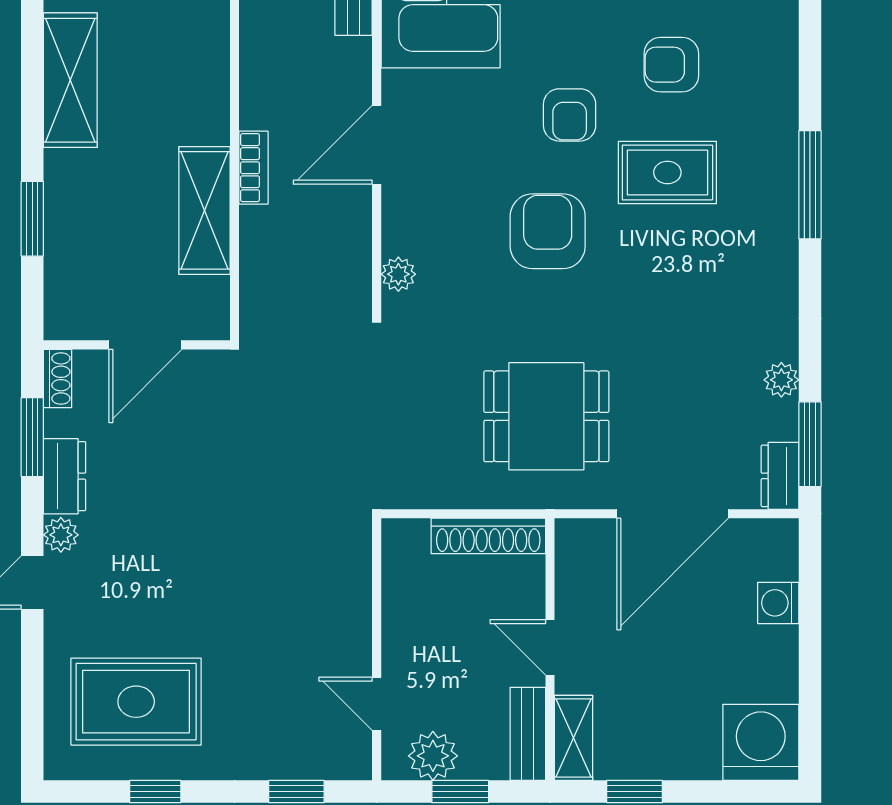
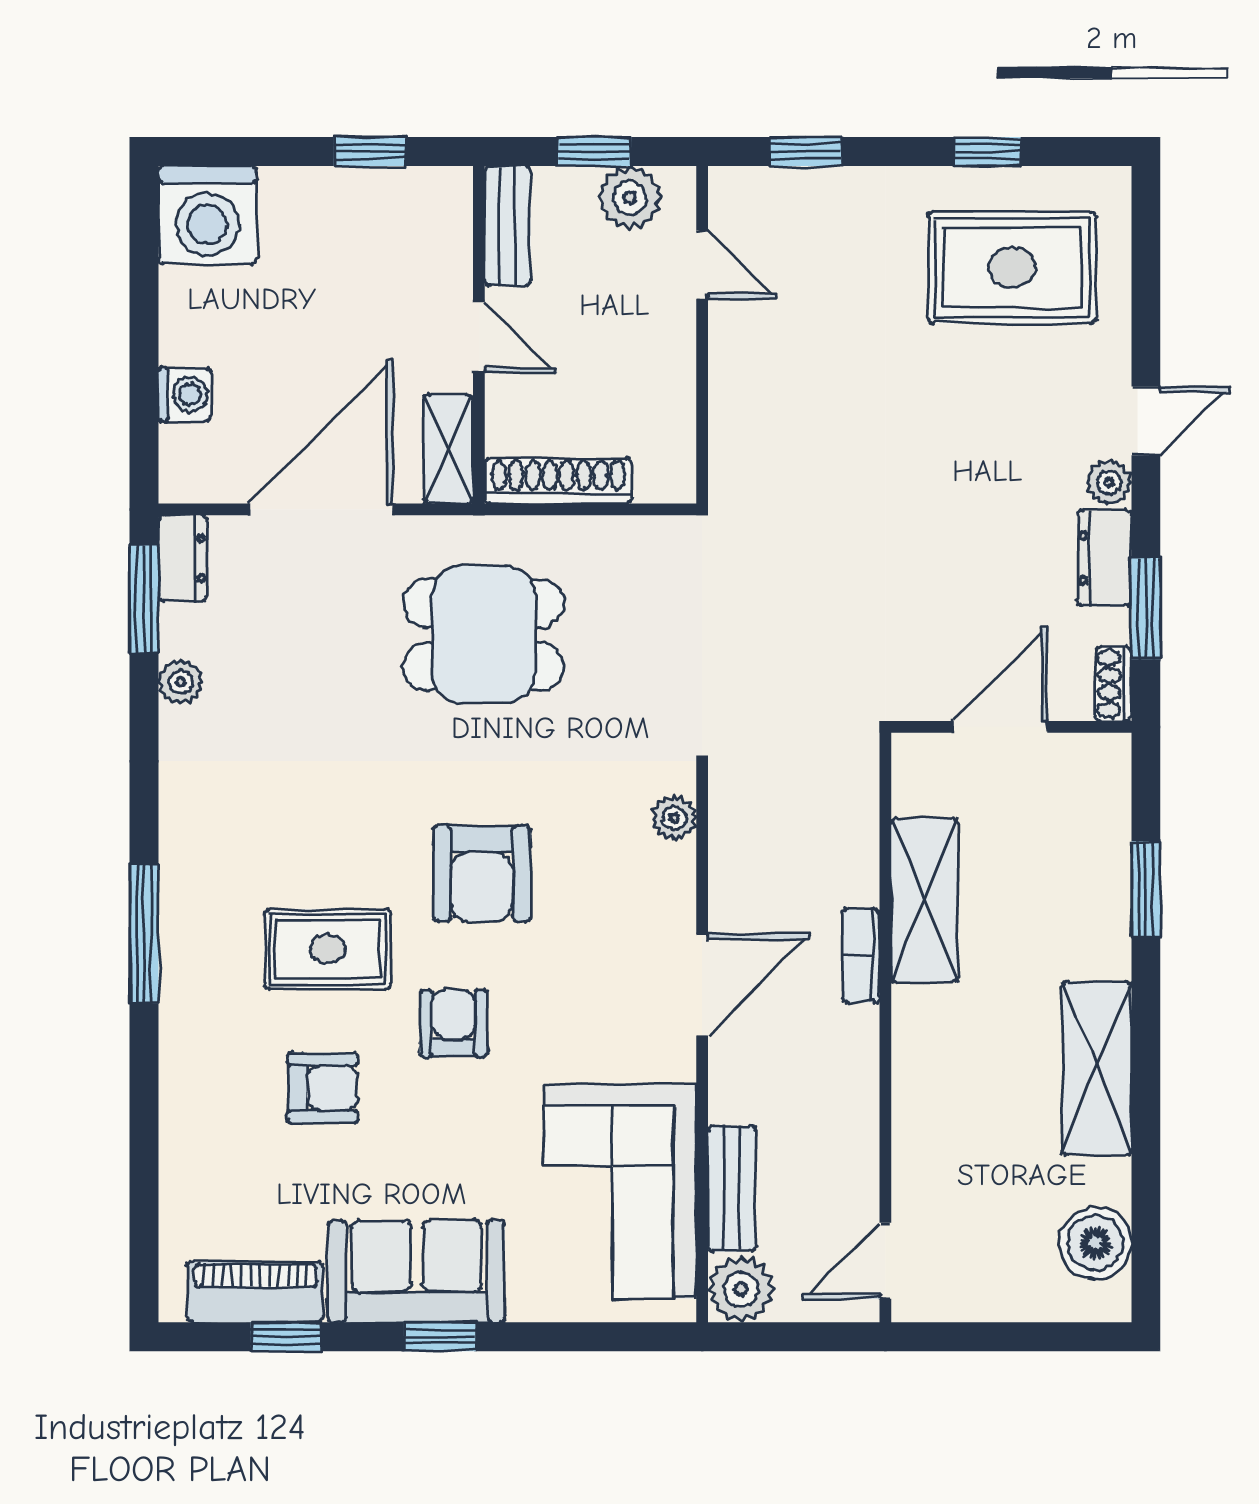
shelving: (574, 738) -> (449, 449), moved

